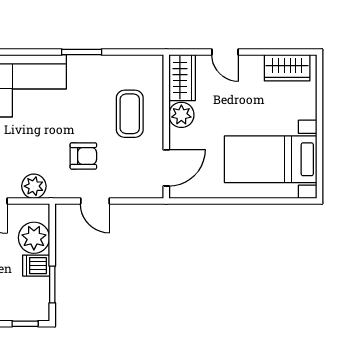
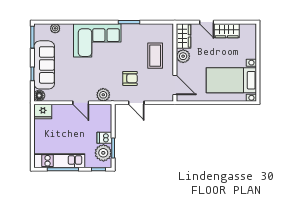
wardrobe: (287, 68) -> (227, 31), moved
door: (166, 168) -> (175, 85), hinge flipped
plant: (34, 238) -> (103, 153), moved

